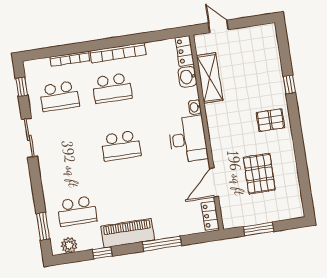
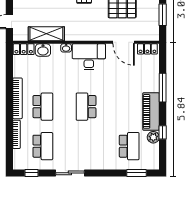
school desk: (121, 146) -> (86, 107), turned 180
plant: (69, 245) -> (153, 137), moved

